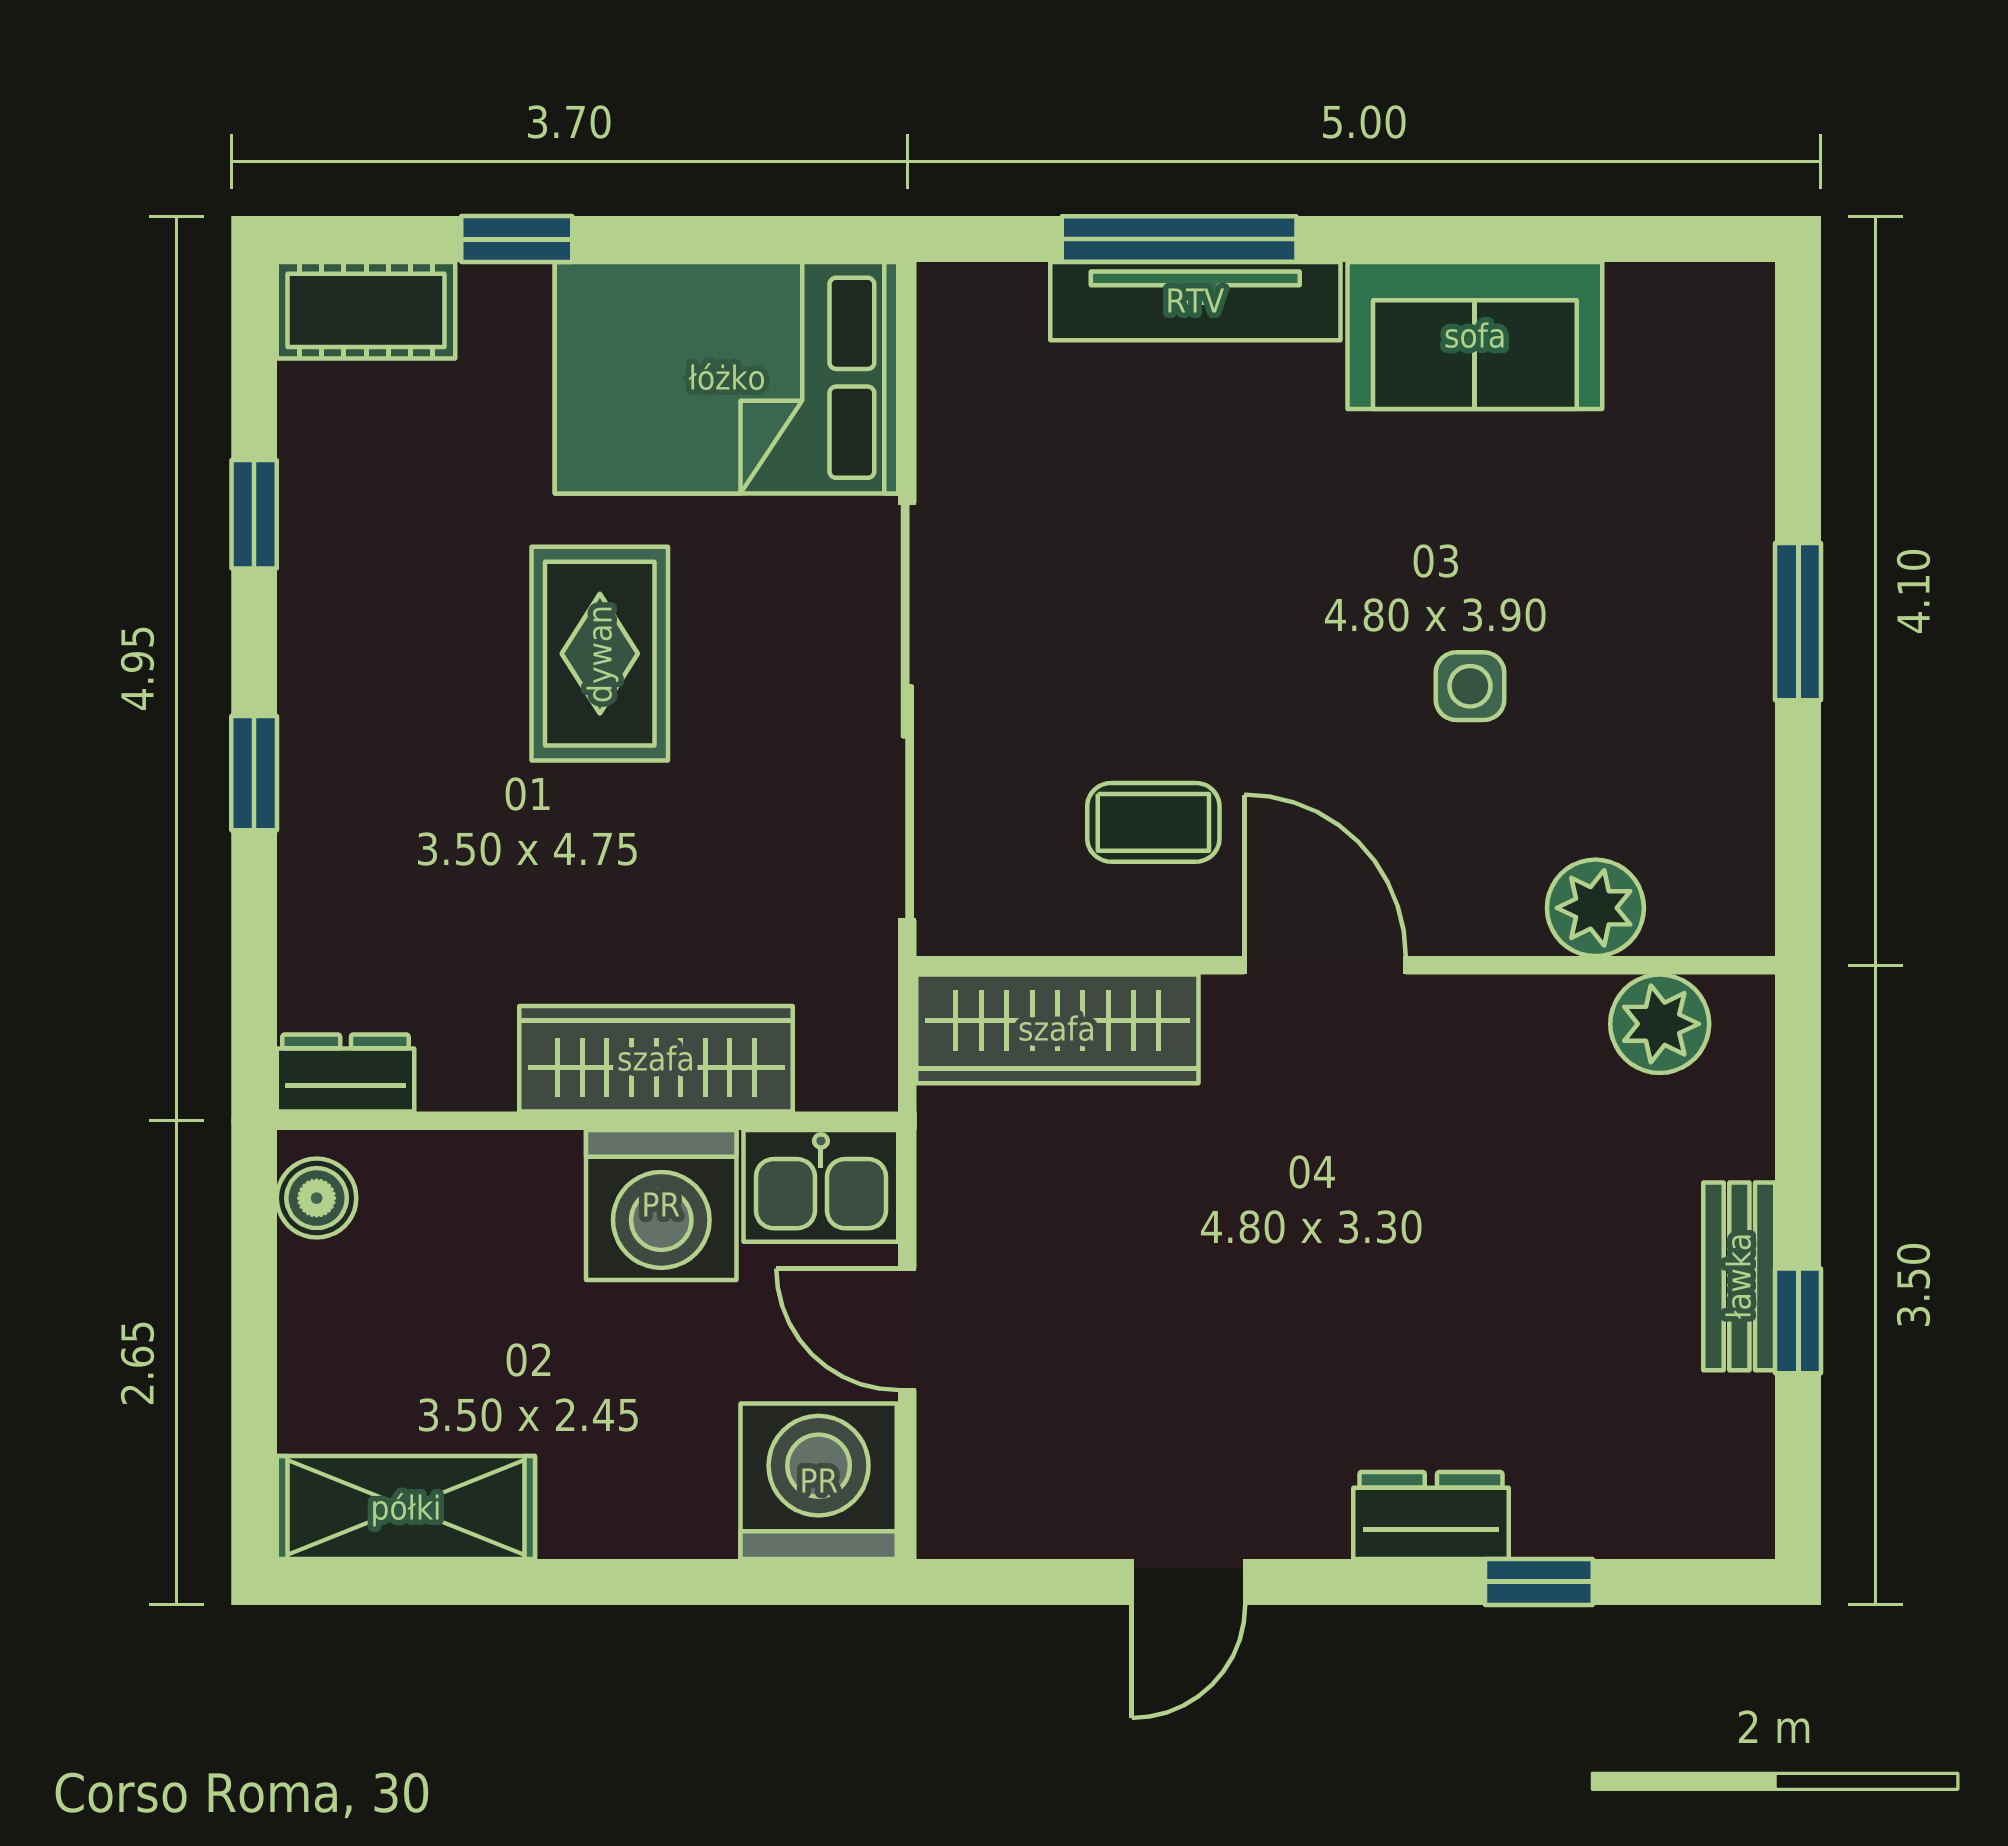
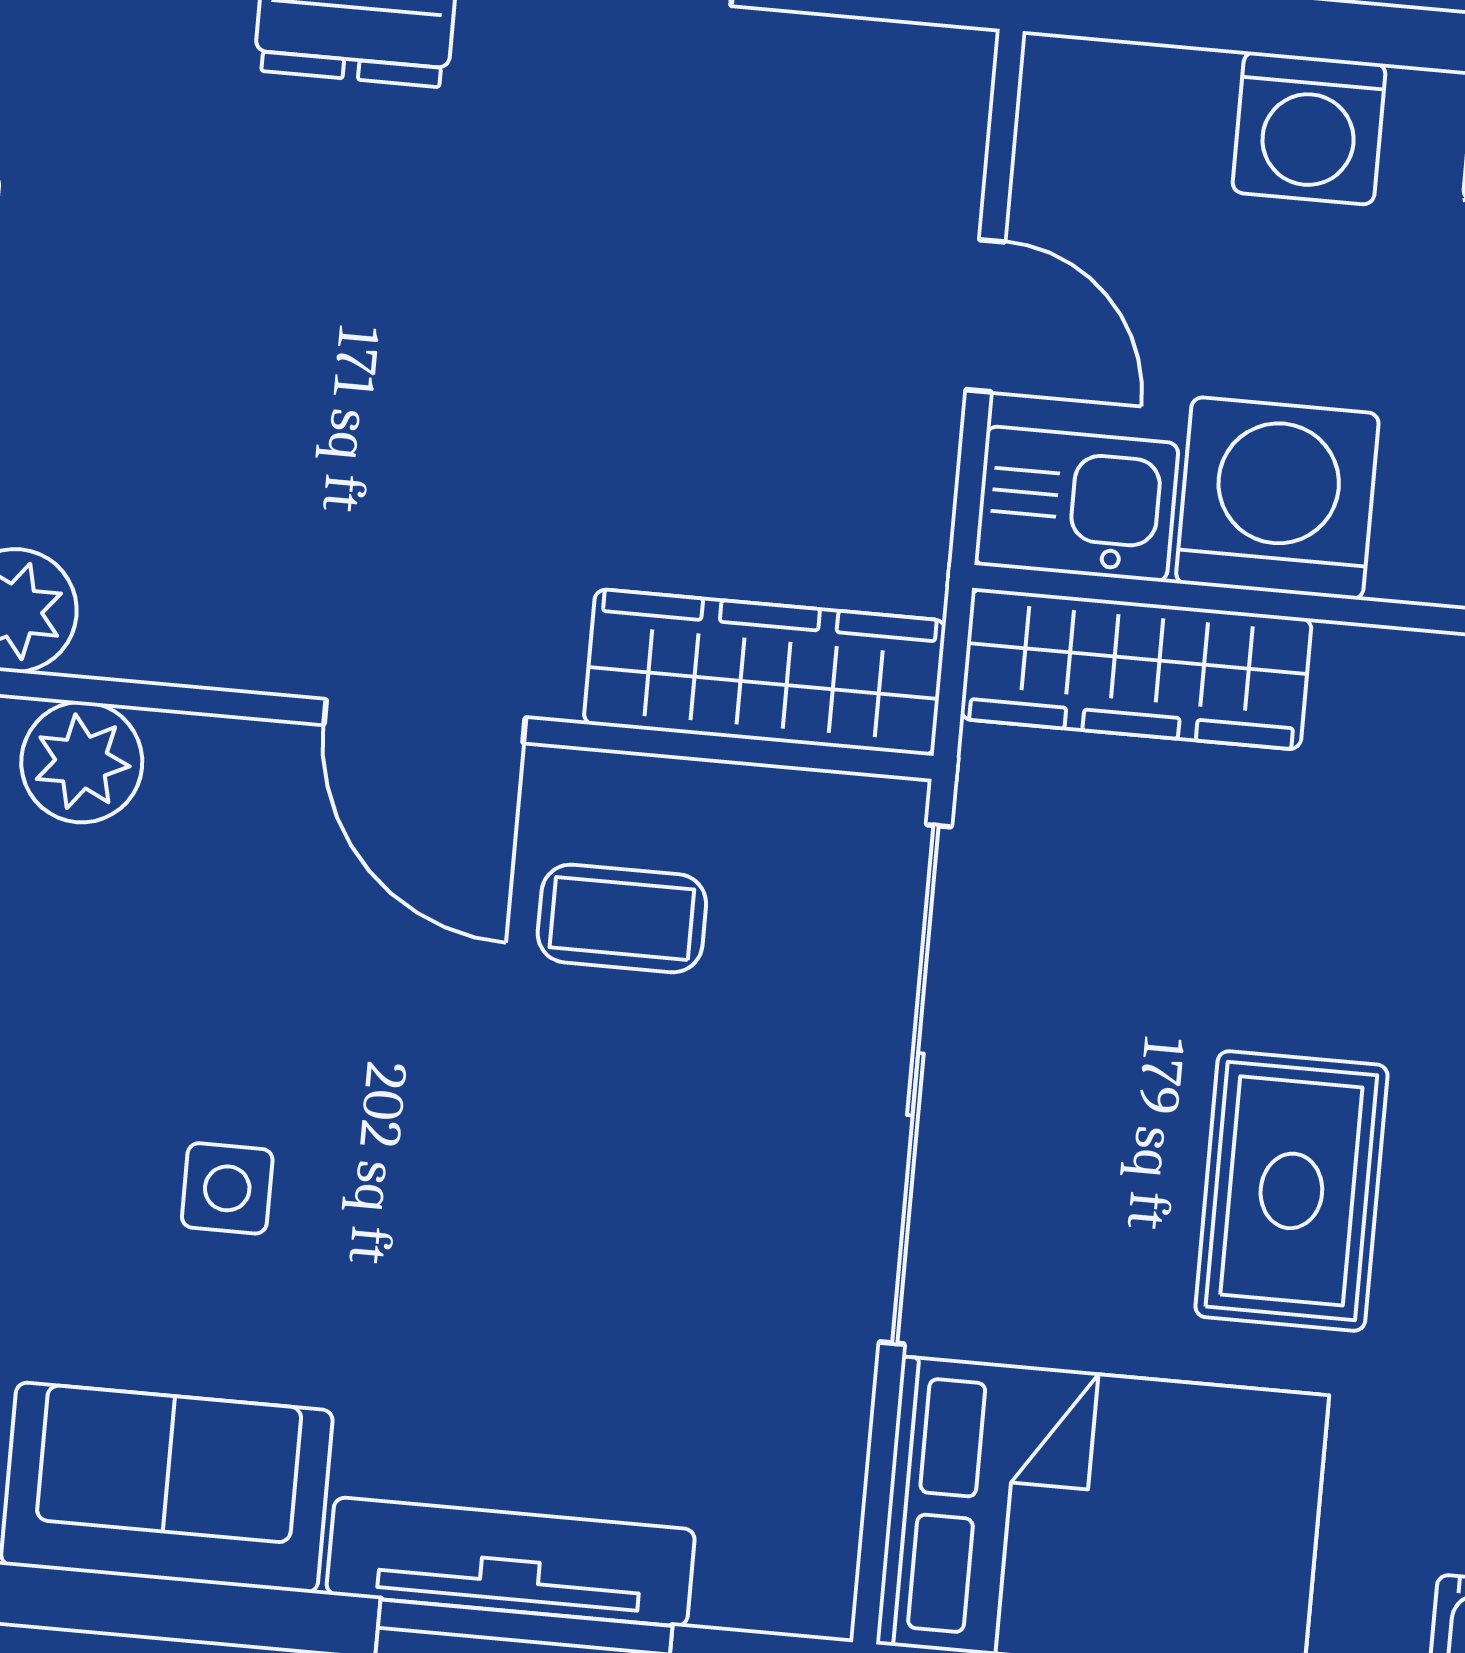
side table: (1470, 686) -> (227, 1188), moved
wardrobe: (656, 1059) -> (1136, 669), moved
washing machine: (819, 1481) -> (1309, 128), moved, width x0.73, depth x0.73

